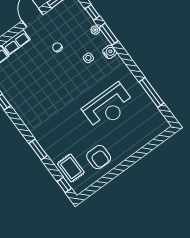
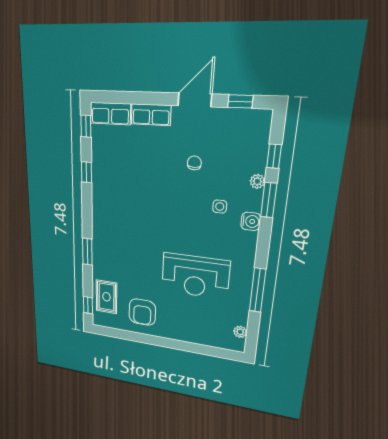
window: (151, 93) -> (258, 290), moved
plant: (158, 116) -> (240, 332), added

